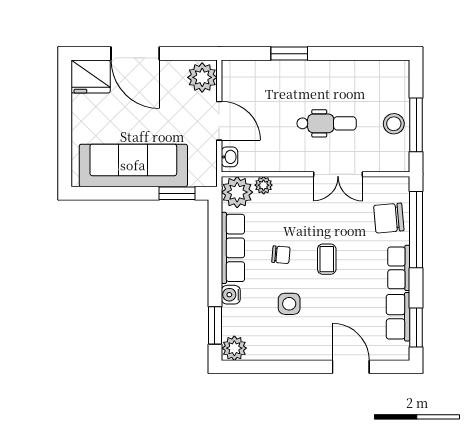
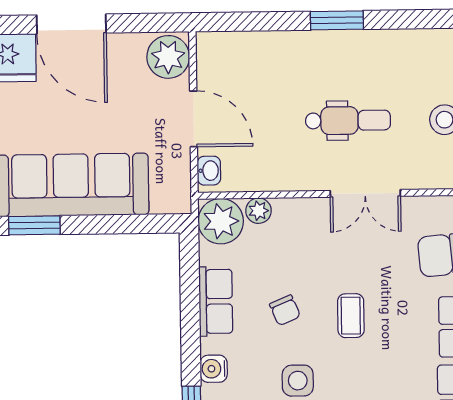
window: (289, 54) -> (337, 20), moved
window: (177, 193) -> (34, 225), moved
row of seats: (233, 248) -> (216, 301), width x0.68
chair: (281, 255) -> (285, 310), turned 62

